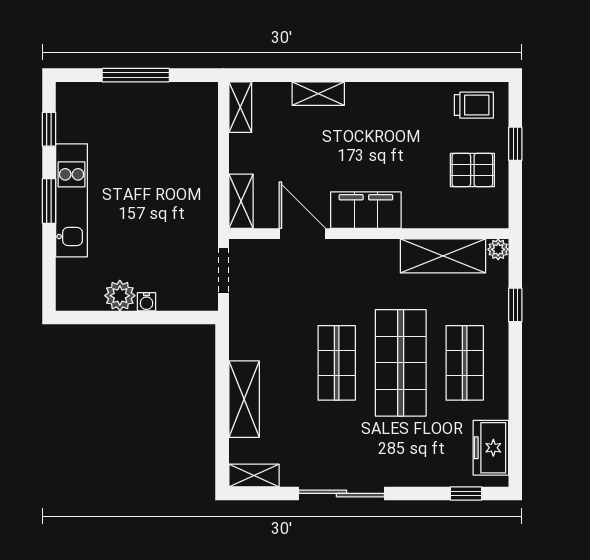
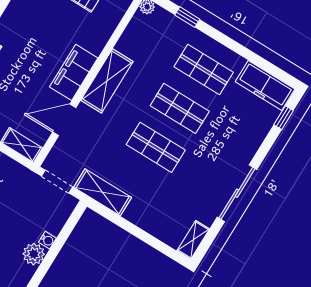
shelving: (443, 256) -> (107, 81), moved
shop shelf: (401, 363) -> (180, 108), width x0.70, depth x0.74
shelving: (244, 399) -> (103, 192), moved
freezer: (491, 448) -> (265, 85), width x1.40

